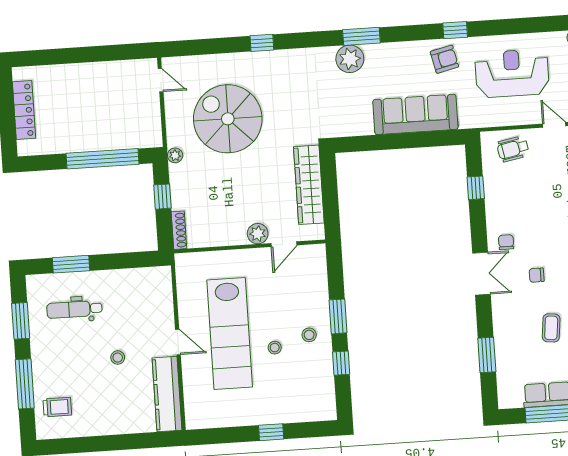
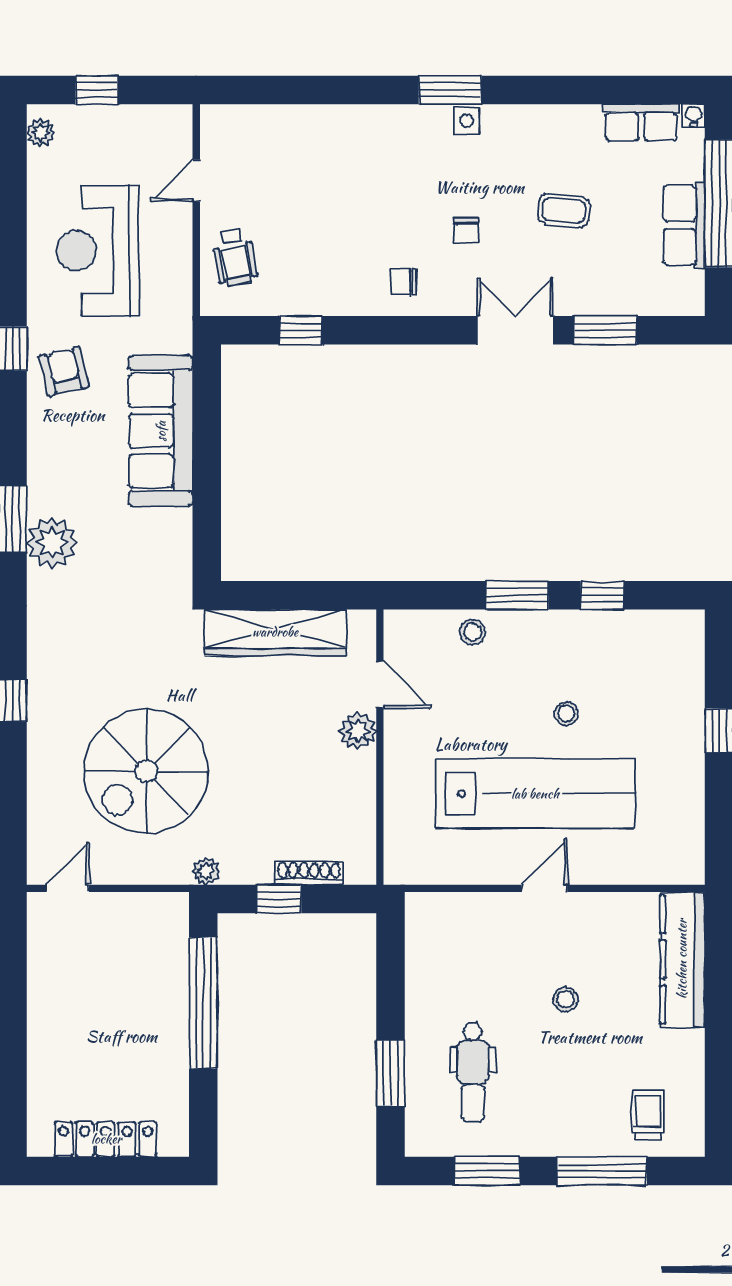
shoe rack: (179, 230) -> (309, 873), moved
double door: (481, 274) -> (515, 330), moved
stool: (309, 335) -> (472, 632), moved
kitchen counter: (167, 394) -> (682, 959), moved, turned 90

